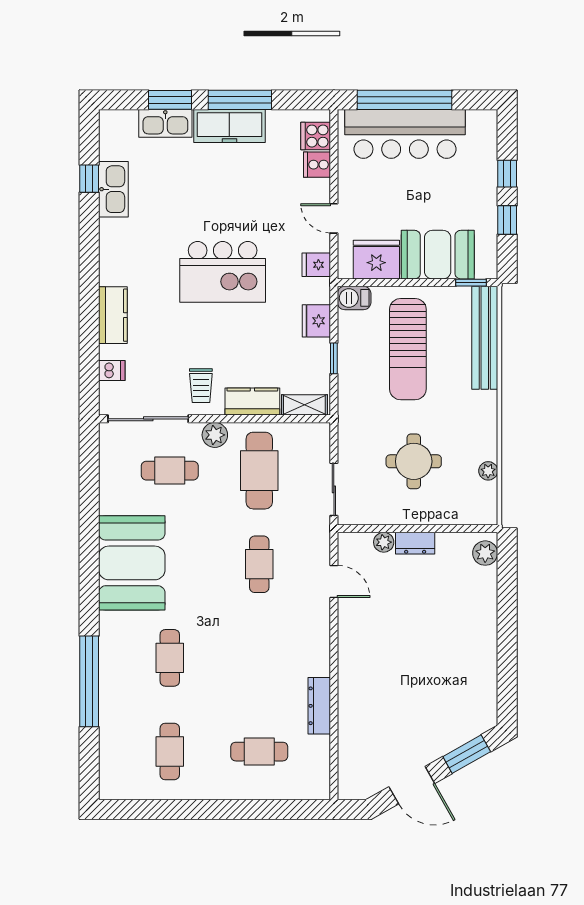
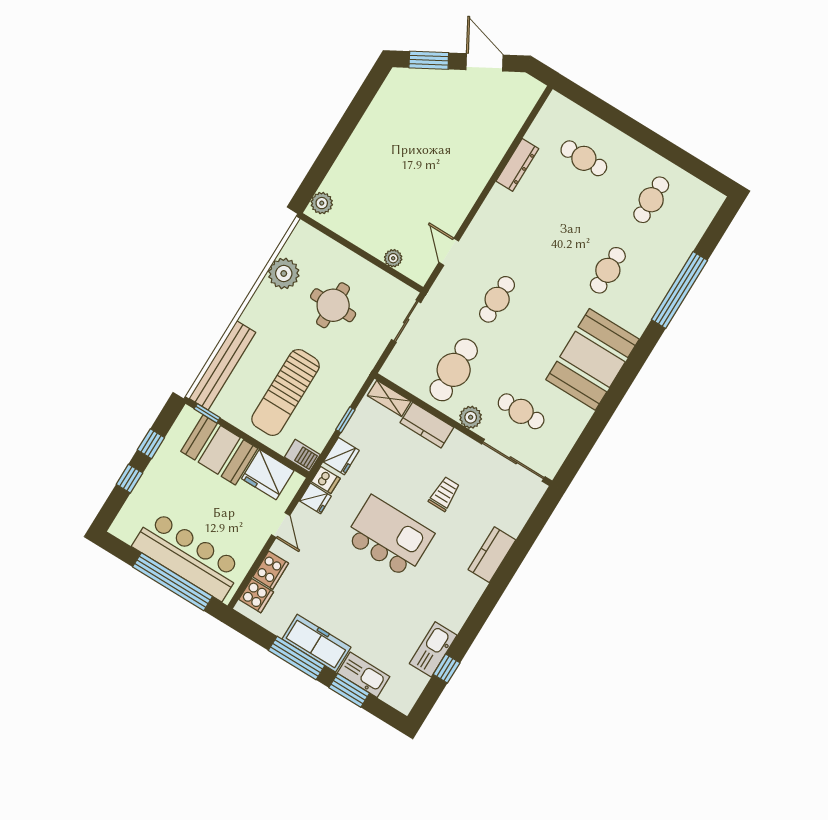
cooker: (317, 165) -> (271, 570), width x1.36
sun lounger: (408, 349) -> (285, 392), turned 180
dishwasher: (112, 371) -> (326, 480), moved, turned 180
trolley: (201, 386) -> (444, 494), moved
plant: (488, 471) -> (284, 274), width x1.88, depth x1.88
dresser: (415, 543) -> (370, 243), removed

